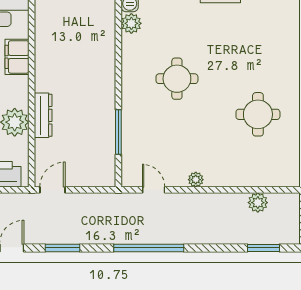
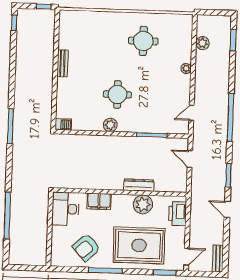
plant: (131, 23) -> (110, 125), moved
plant: (196, 180) -> (186, 69), moved
door: (52, 190) -> (190, 159), moved

